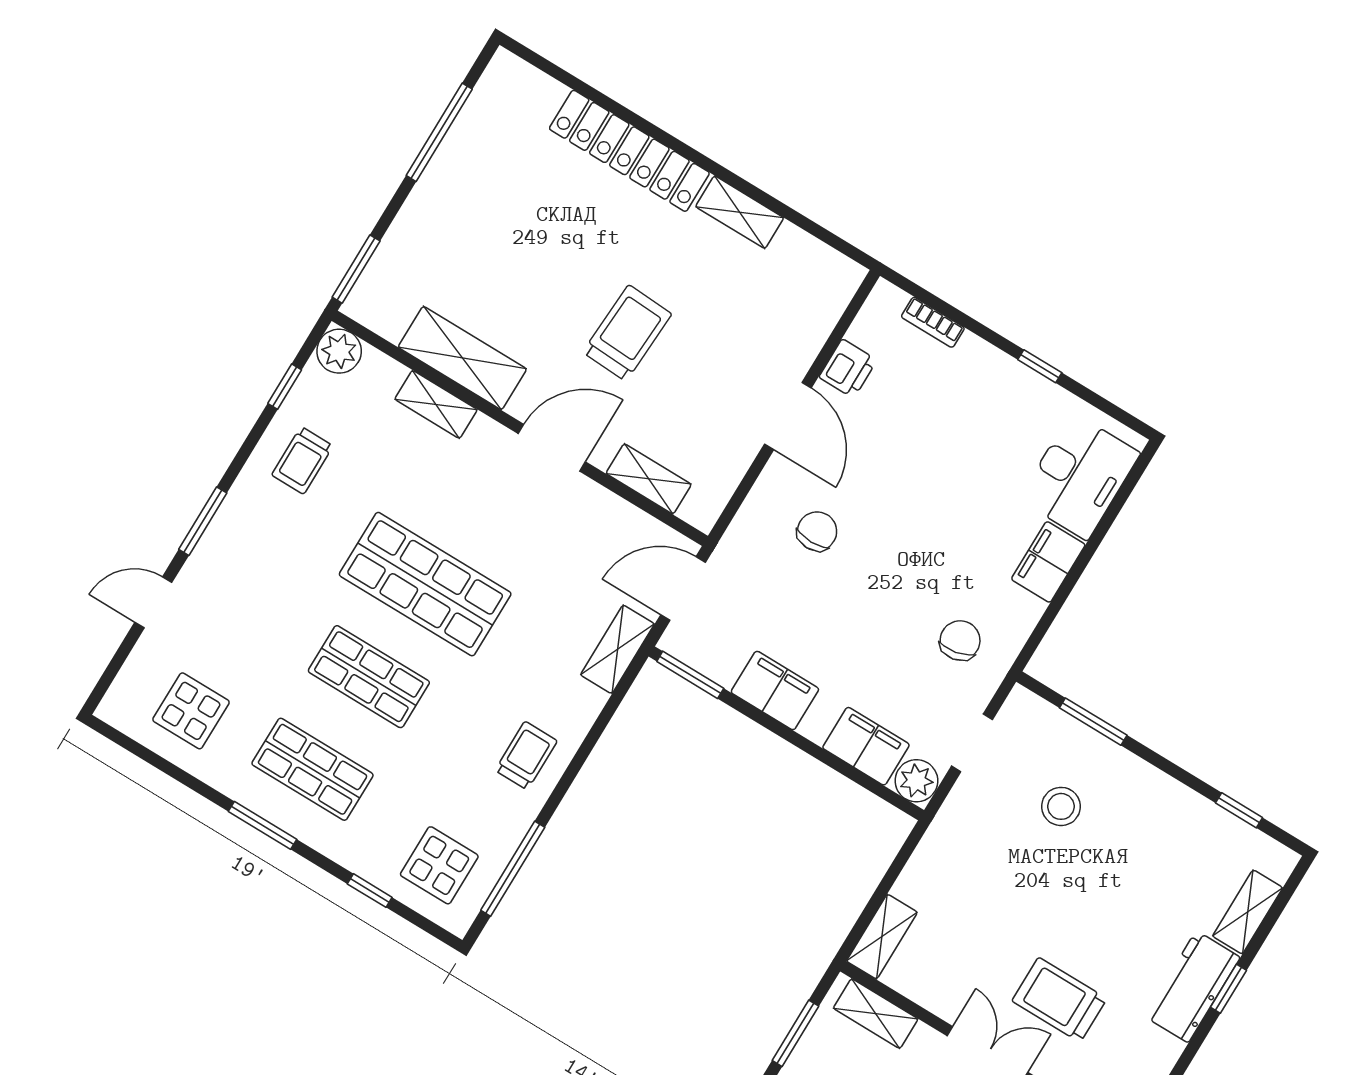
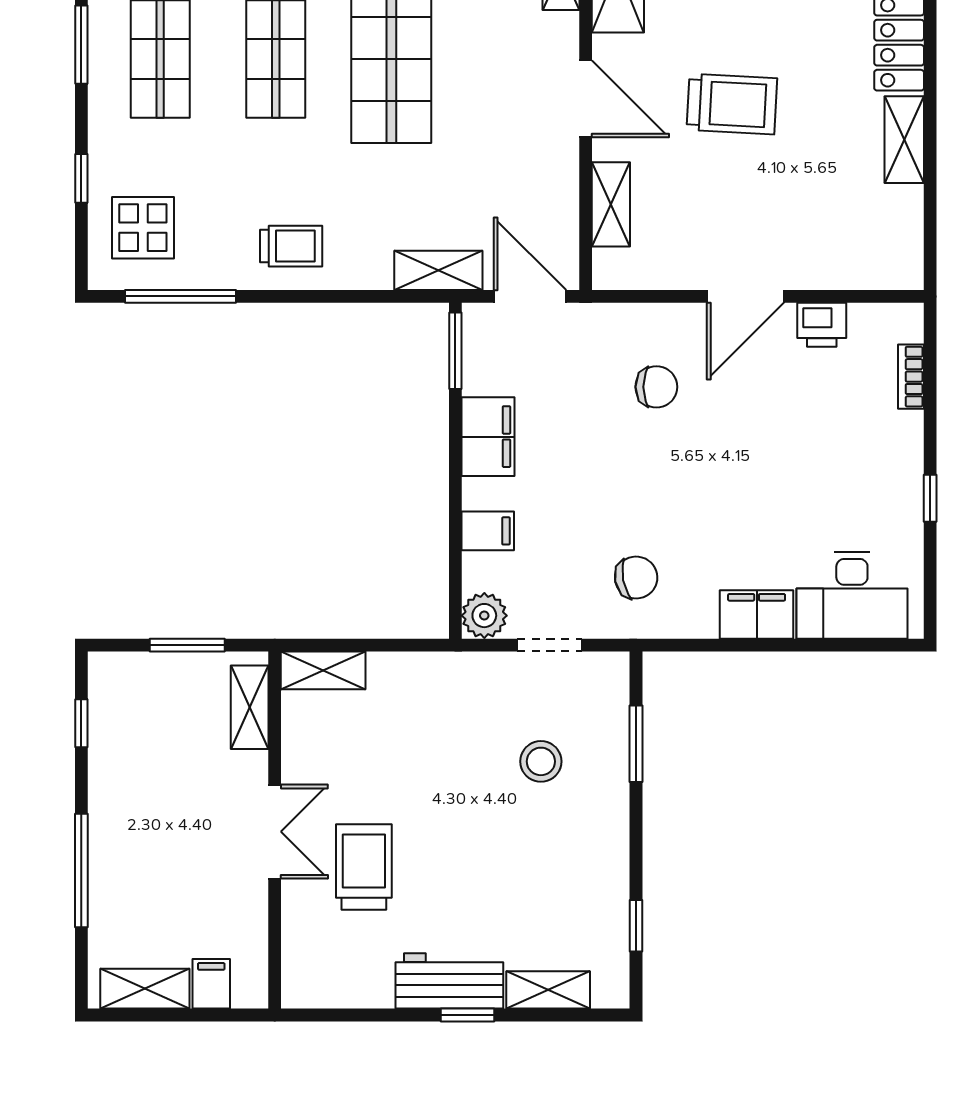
filing cabinet: (866, 746) -> (488, 531), width x0.50

